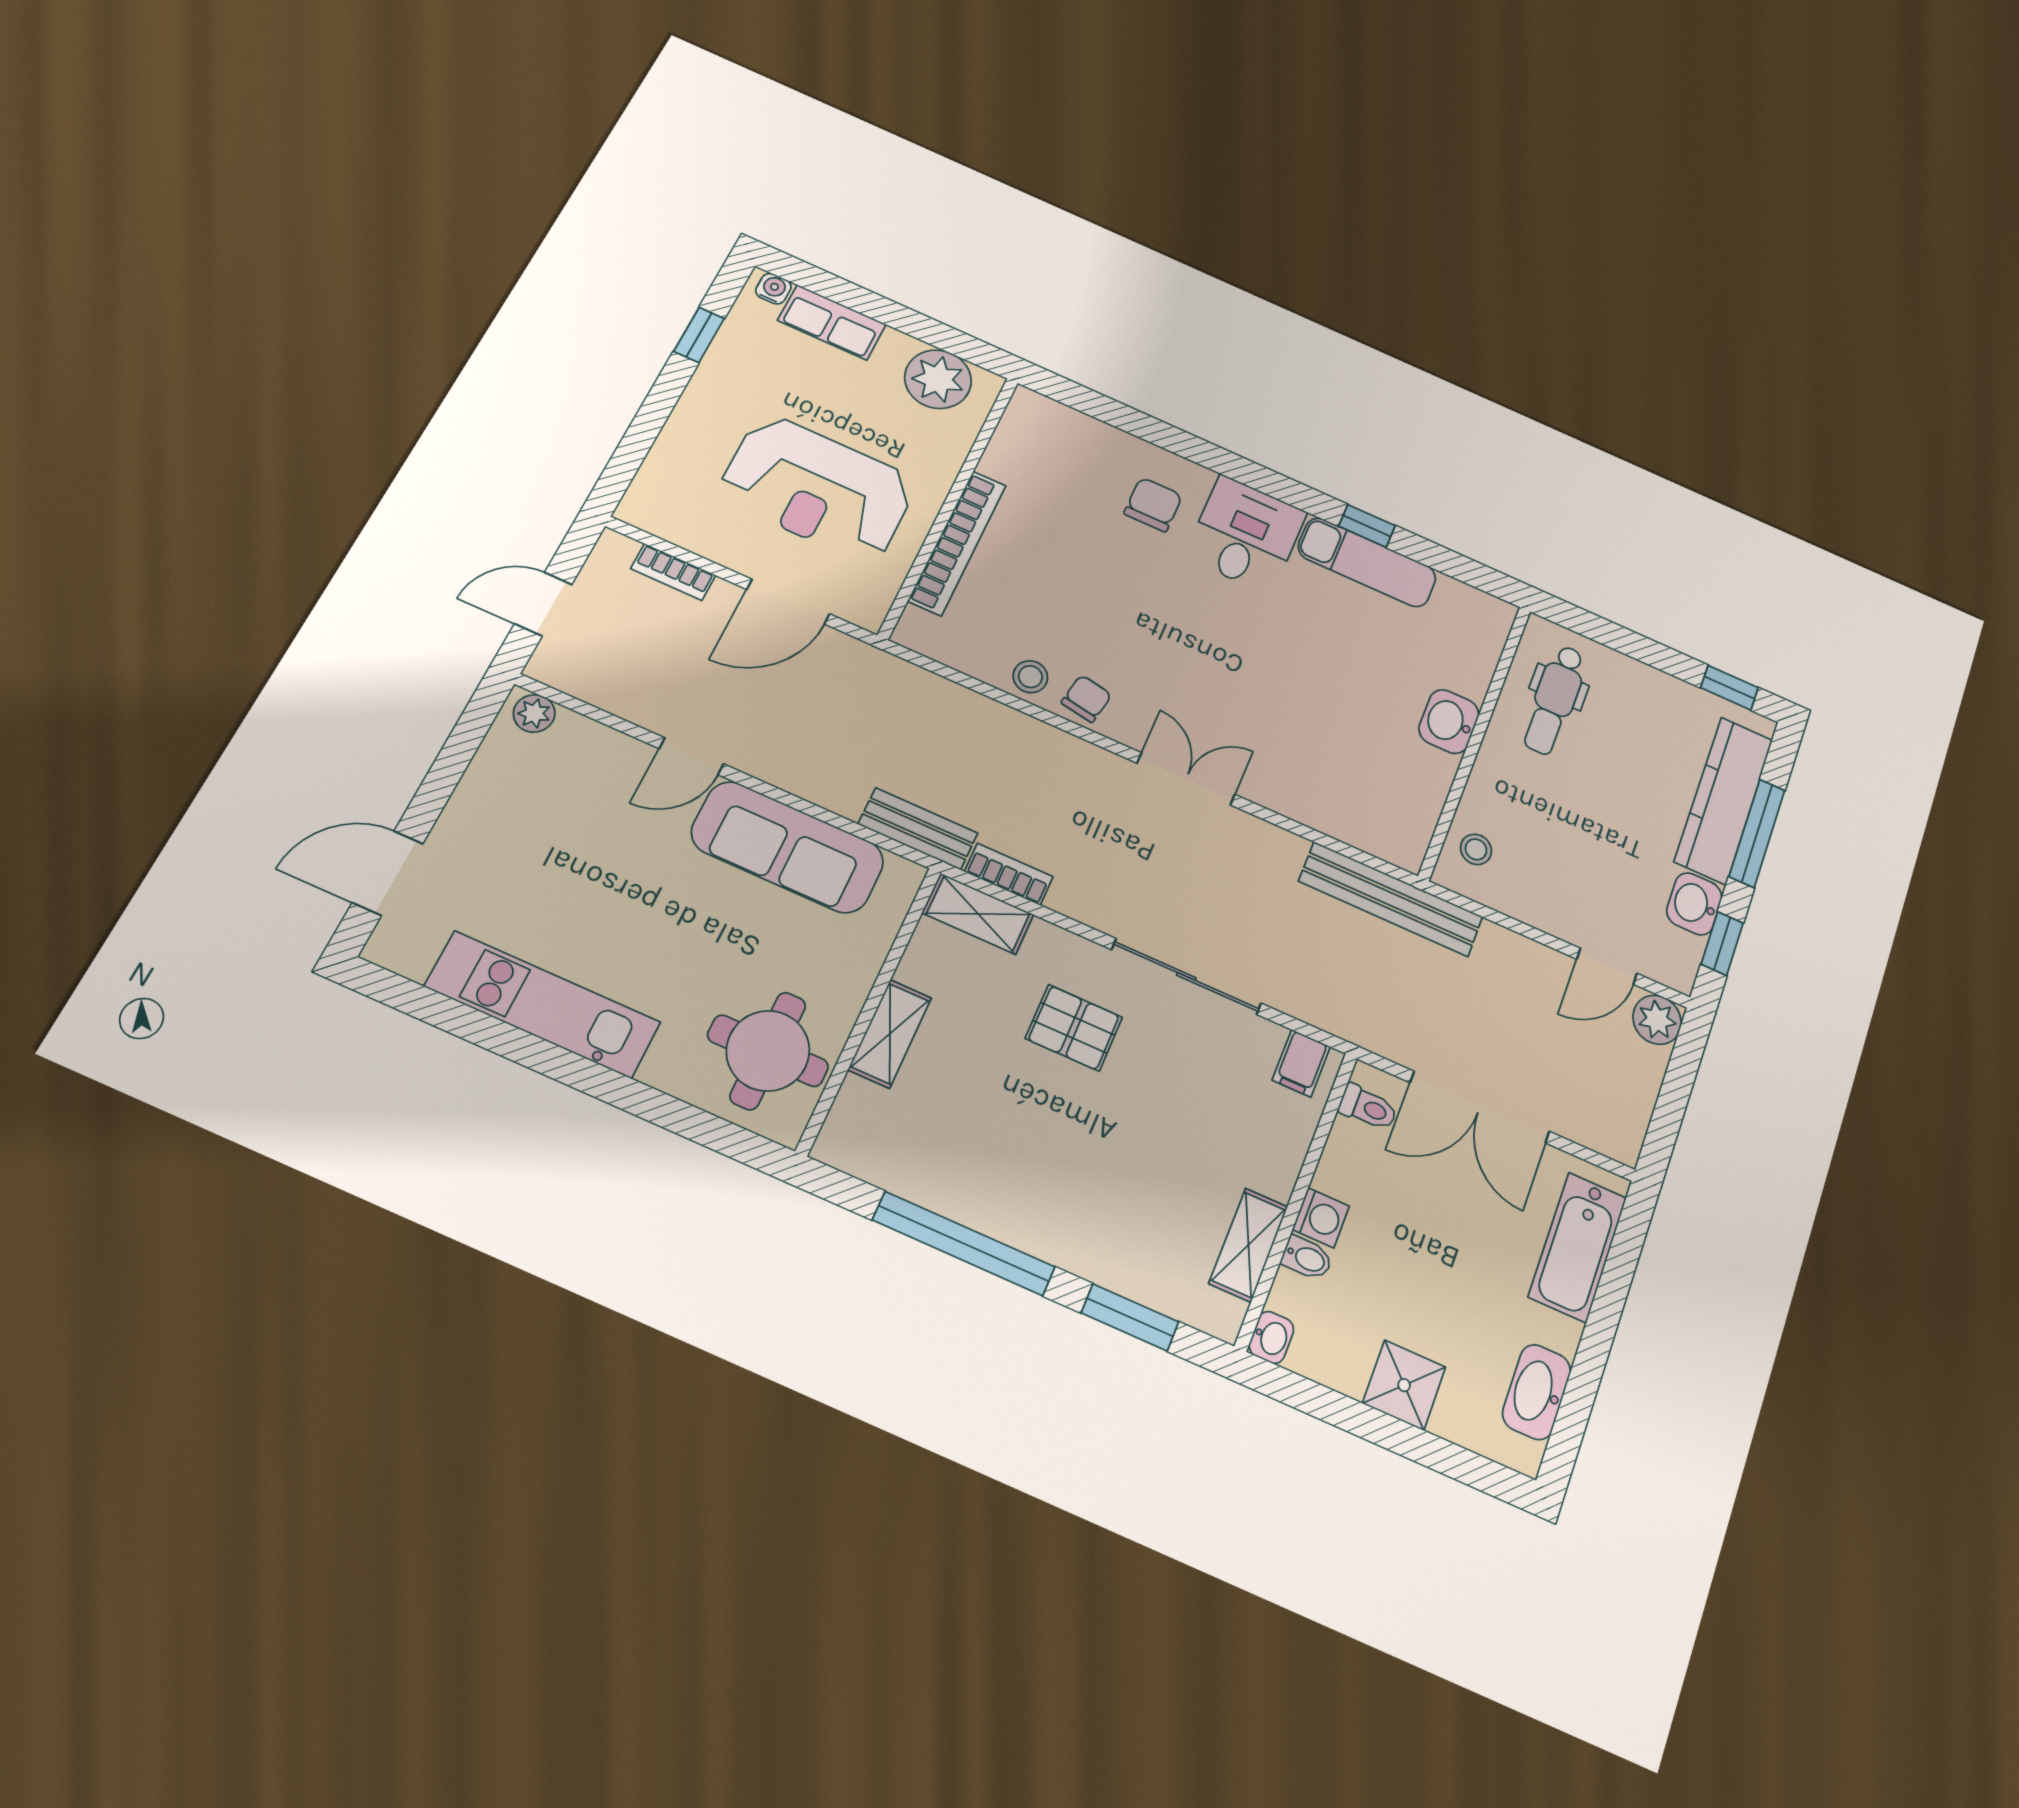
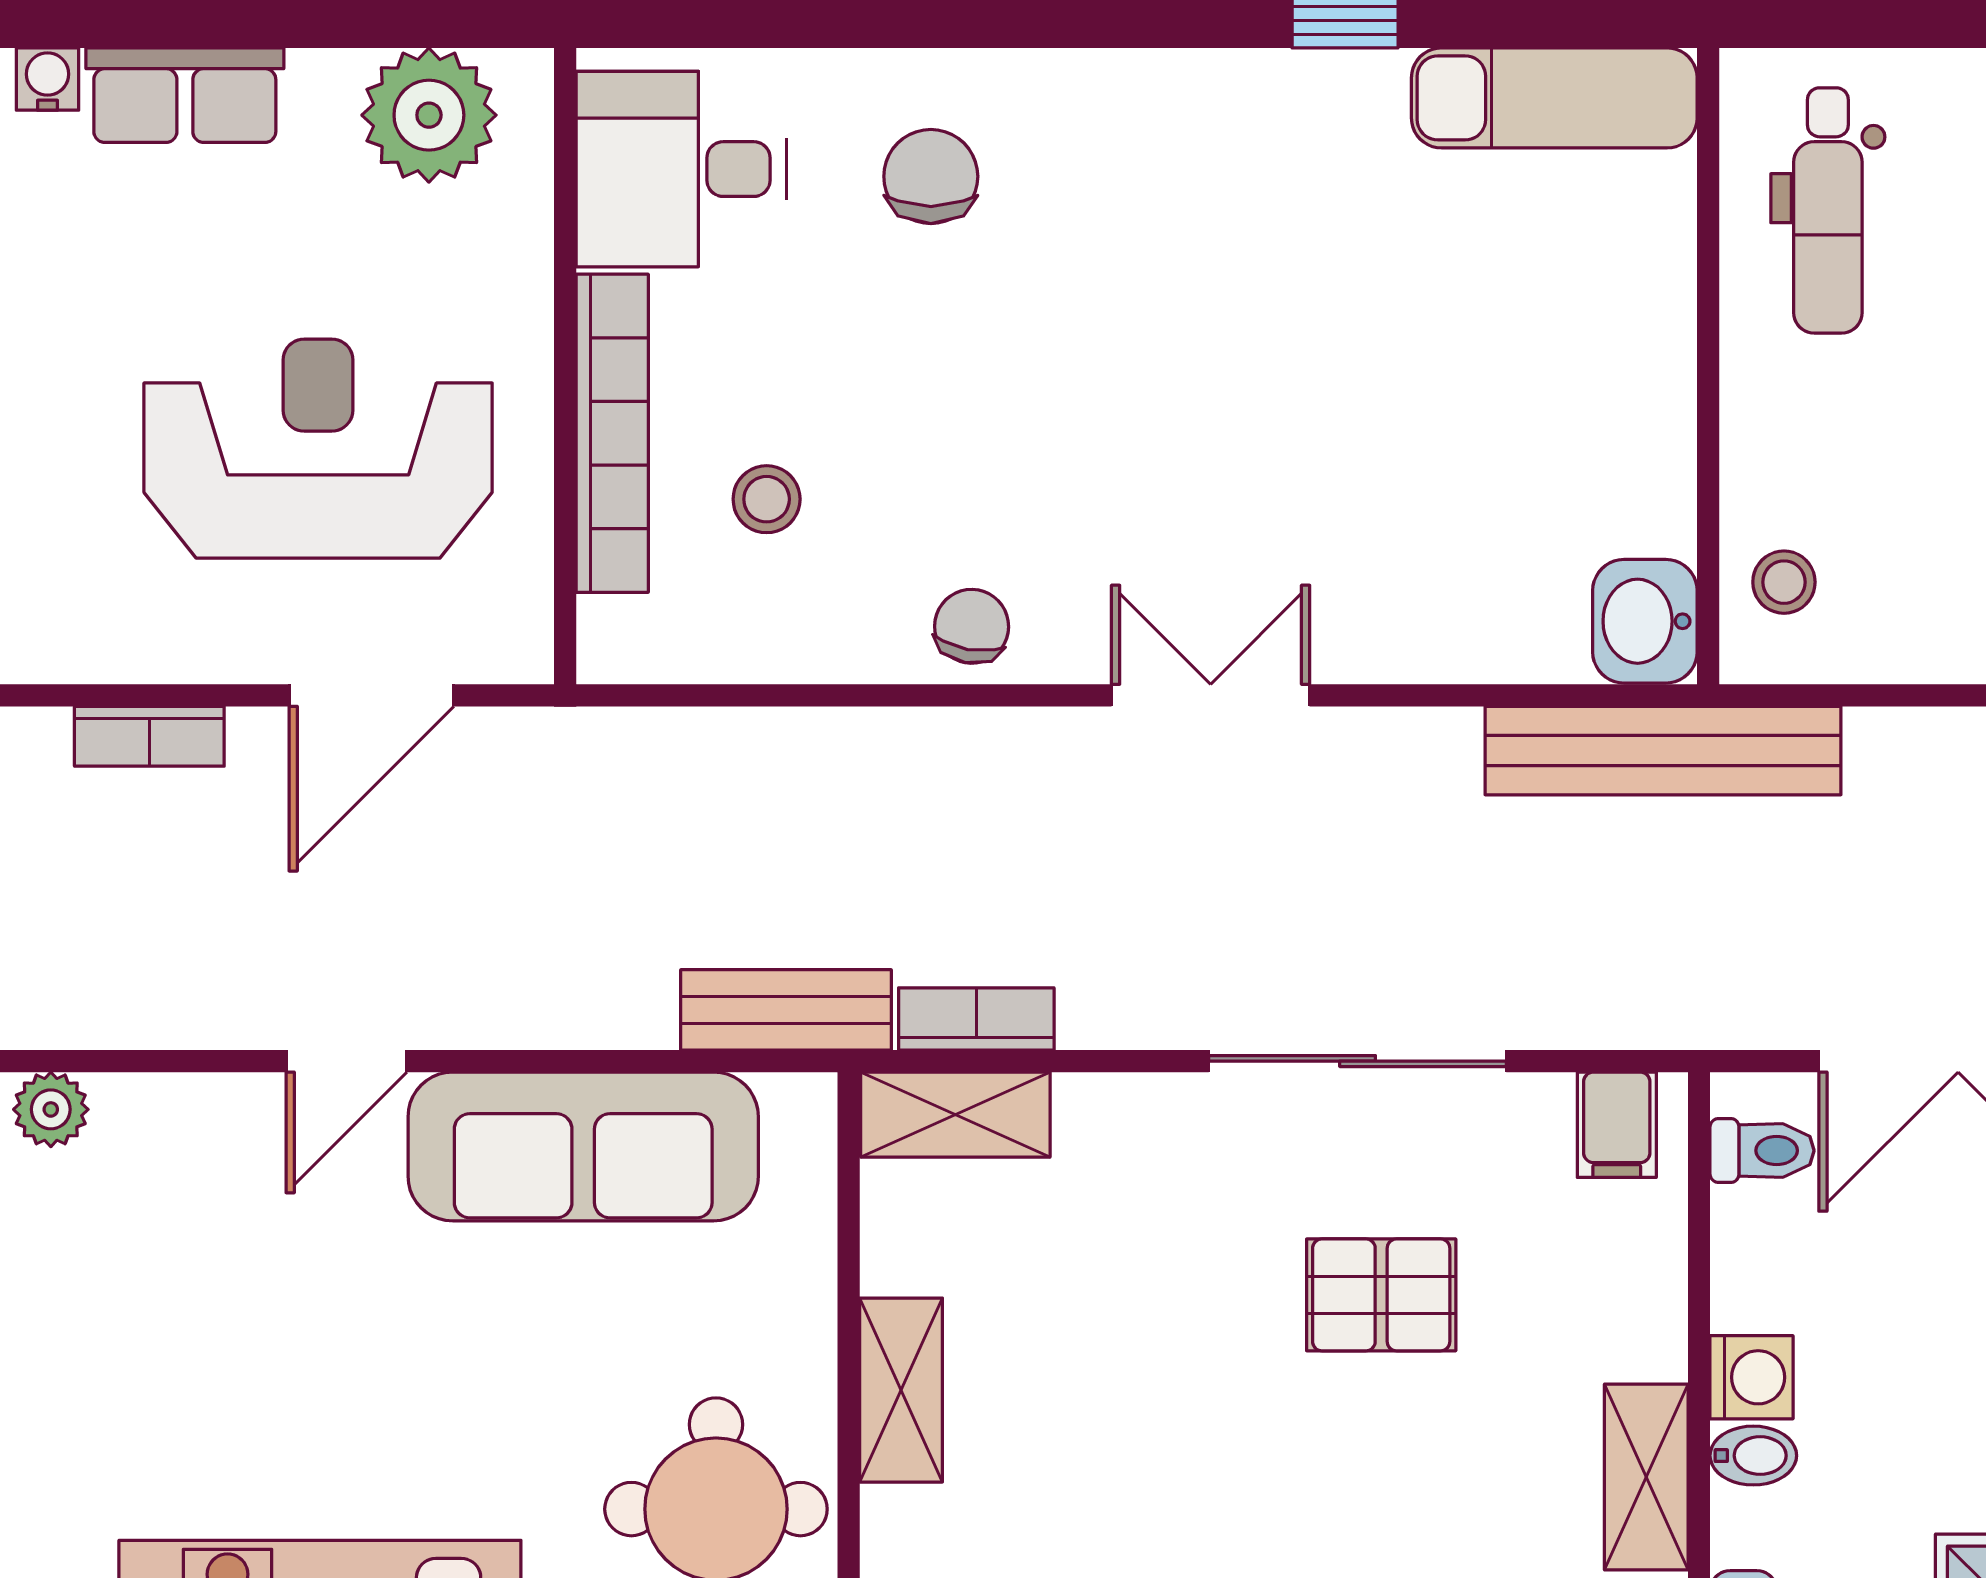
reception desk: (818, 488) -> (318, 449), turned 180
desk: (1246, 535) -> (682, 169), moved, turned -90
exam couch: (1367, 562) -> (1554, 98), moved
stool: (1030, 677) -> (767, 499), moved
washbasin: (1449, 722) -> (1645, 621), moved
pallet: (1074, 1028) -> (1381, 1295), moved

